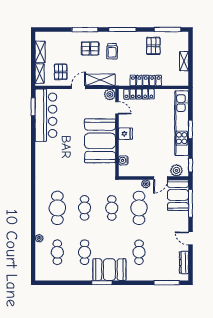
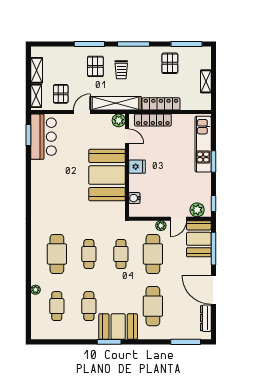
pallet: (90, 48) -> (95, 66), turned 90
shelving: (100, 80) -> (116, 103), width x1.47
bar counter: (46, 115) -> (43, 137), width x0.73
kitchen unit: (182, 123) -> (203, 144), width x0.73
door: (190, 238) -> (213, 290), width x1.88
cafe table: (139, 252) -> (153, 306), width x1.37, depth x1.35

